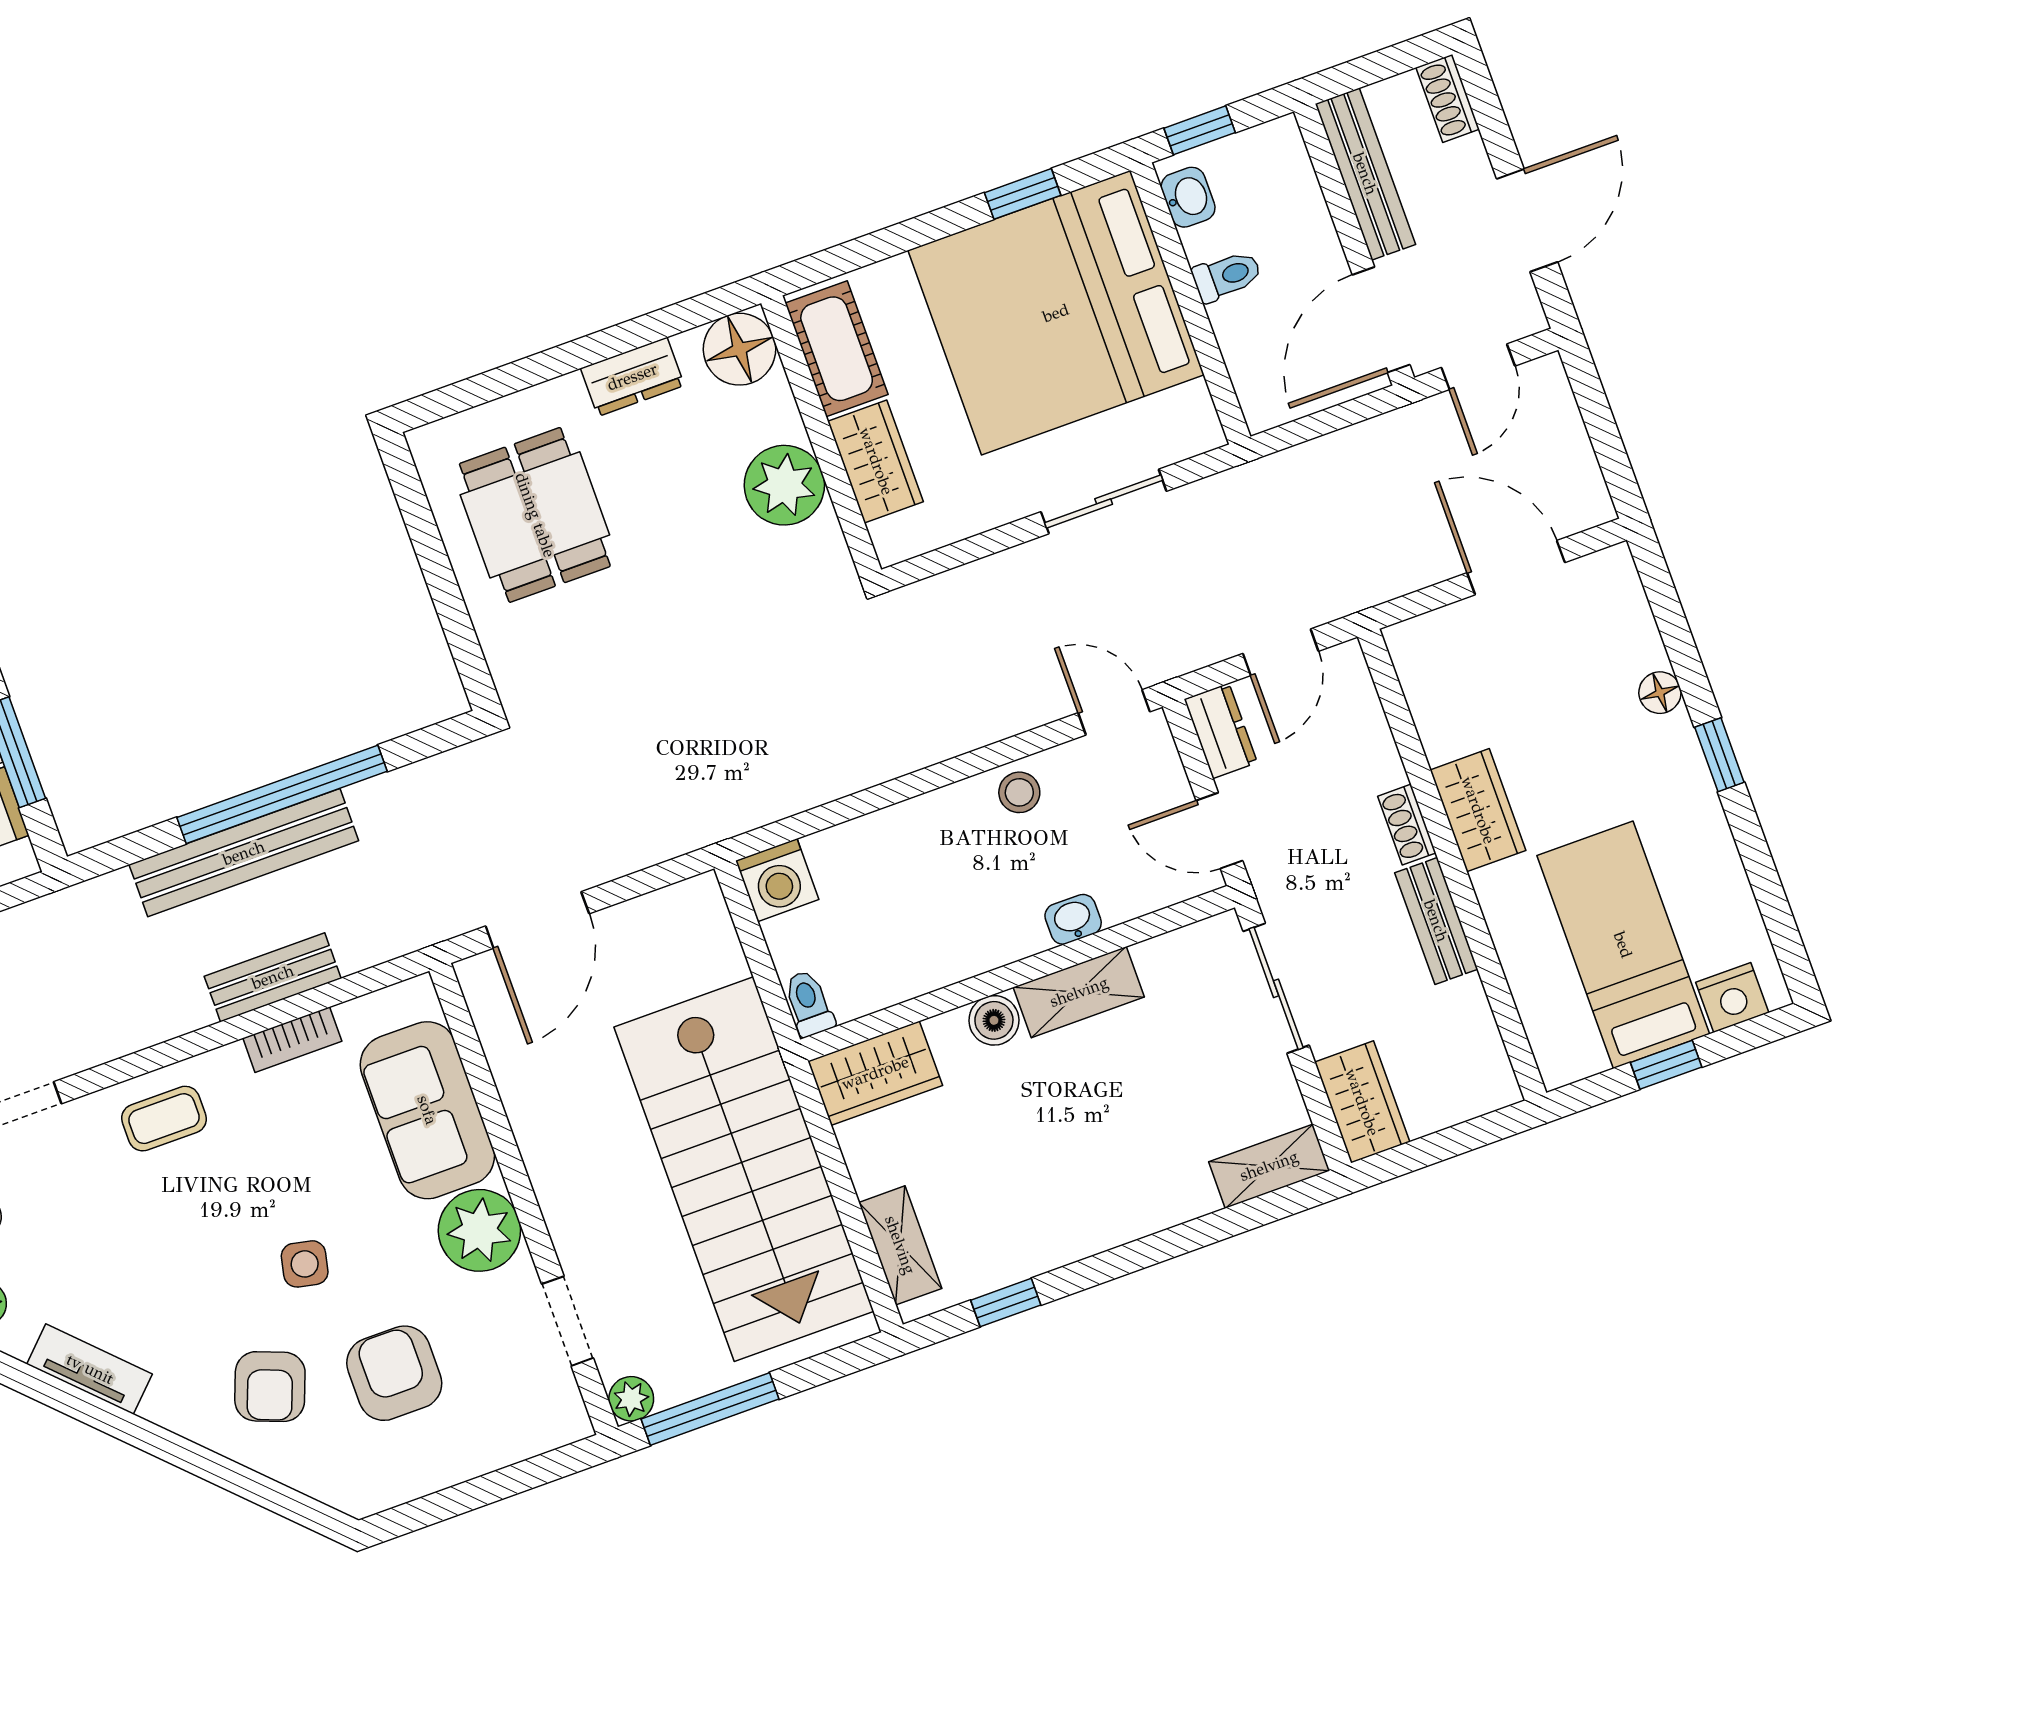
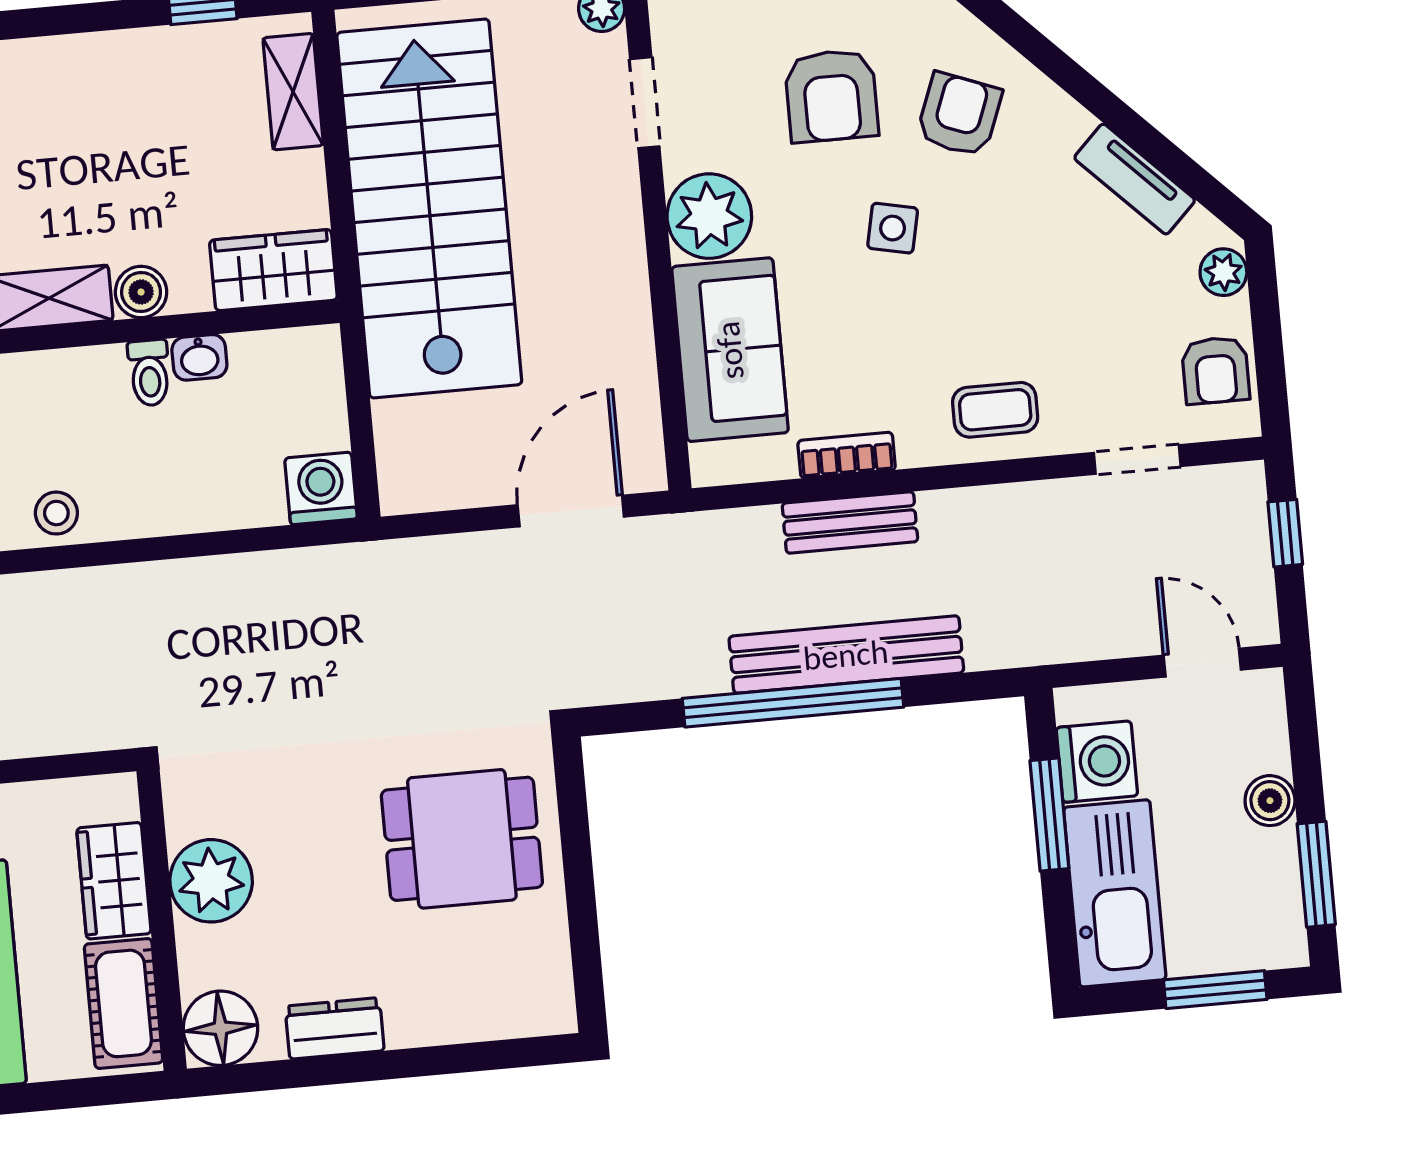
dining table: (535, 515) -> (462, 839), moved, turned 90
washbasin: (1073, 919) -> (199, 357), moved
toilet: (809, 1003) -> (149, 373), moved

